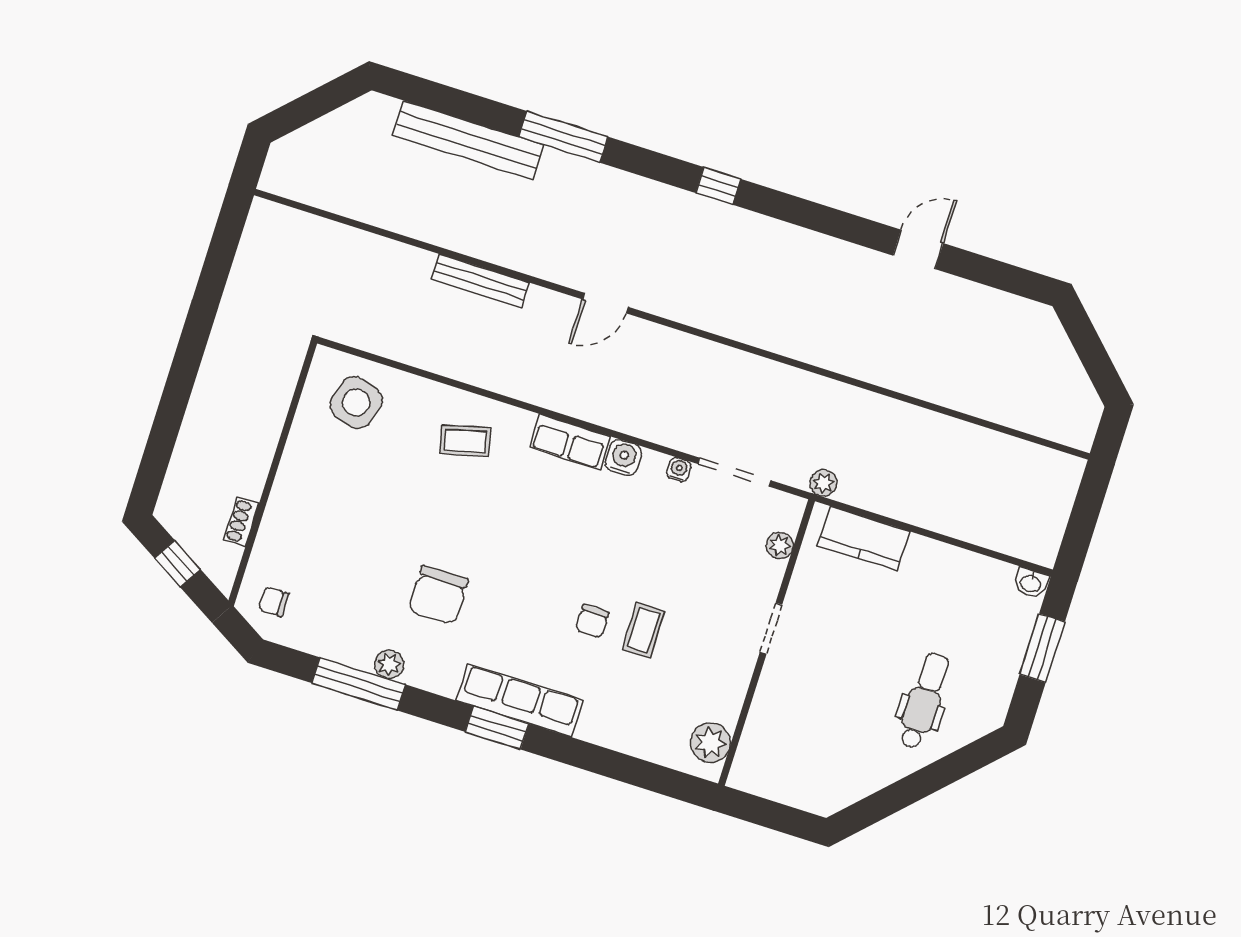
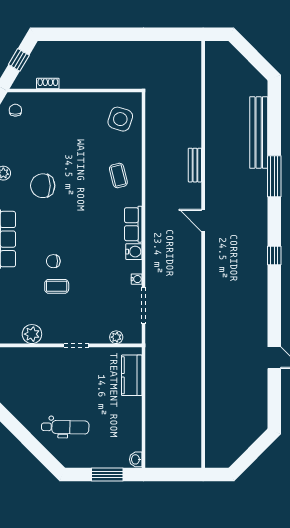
bench: (480, 281) -> (195, 165), width x0.73
plant: (823, 483) -> (152, 348), removed
plant: (710, 743) -> (32, 334), moved

